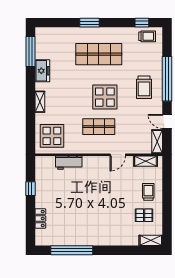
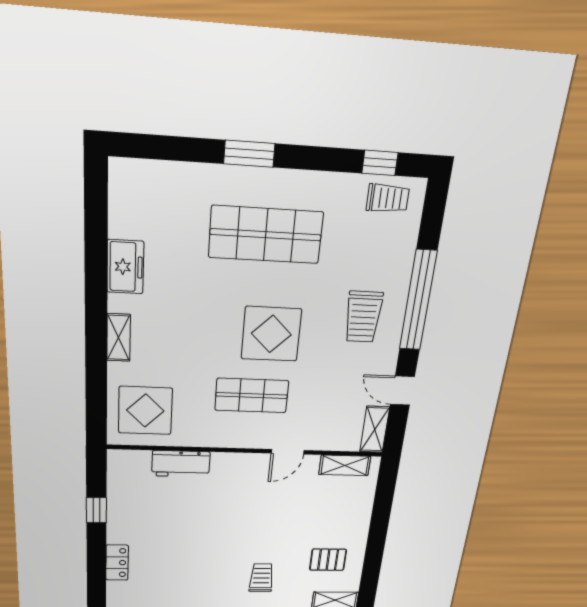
window: (30, 51) -> (96, 218), removed
trolley: (148, 192) -> (261, 578), moved

